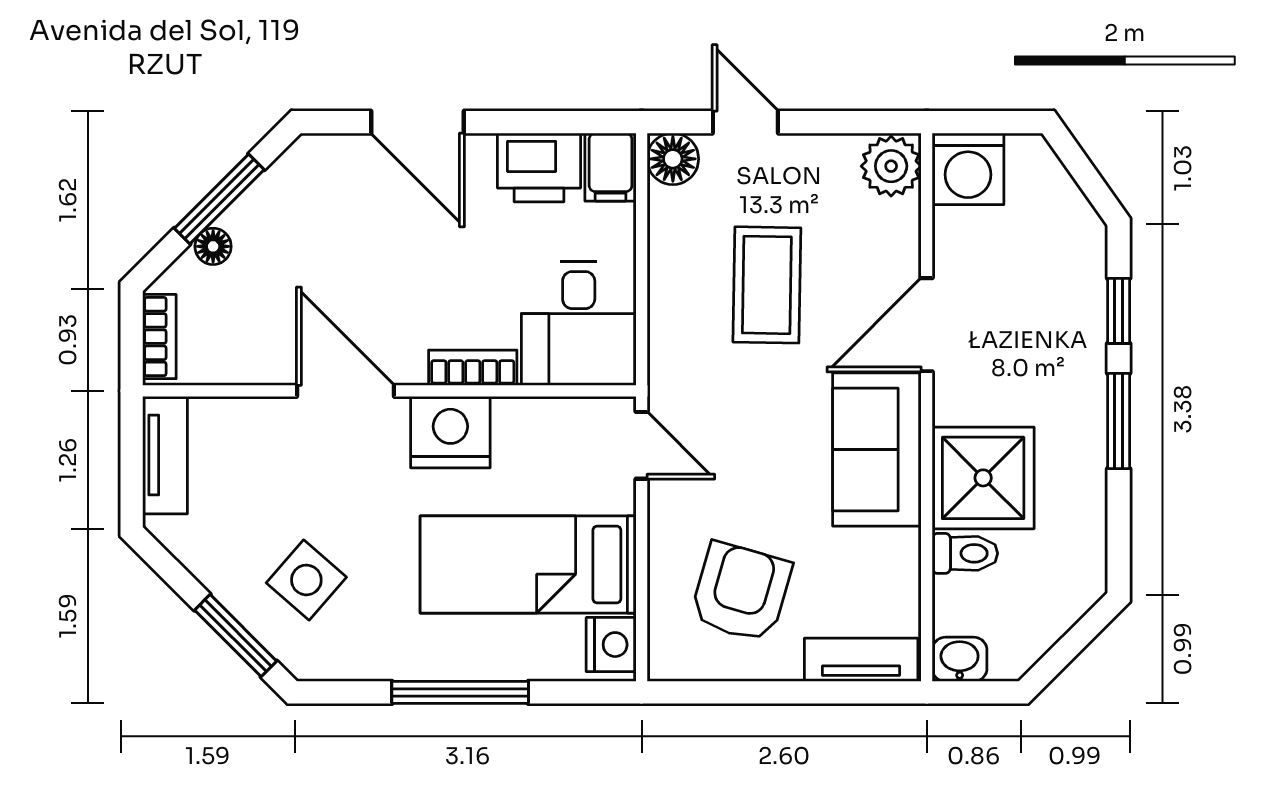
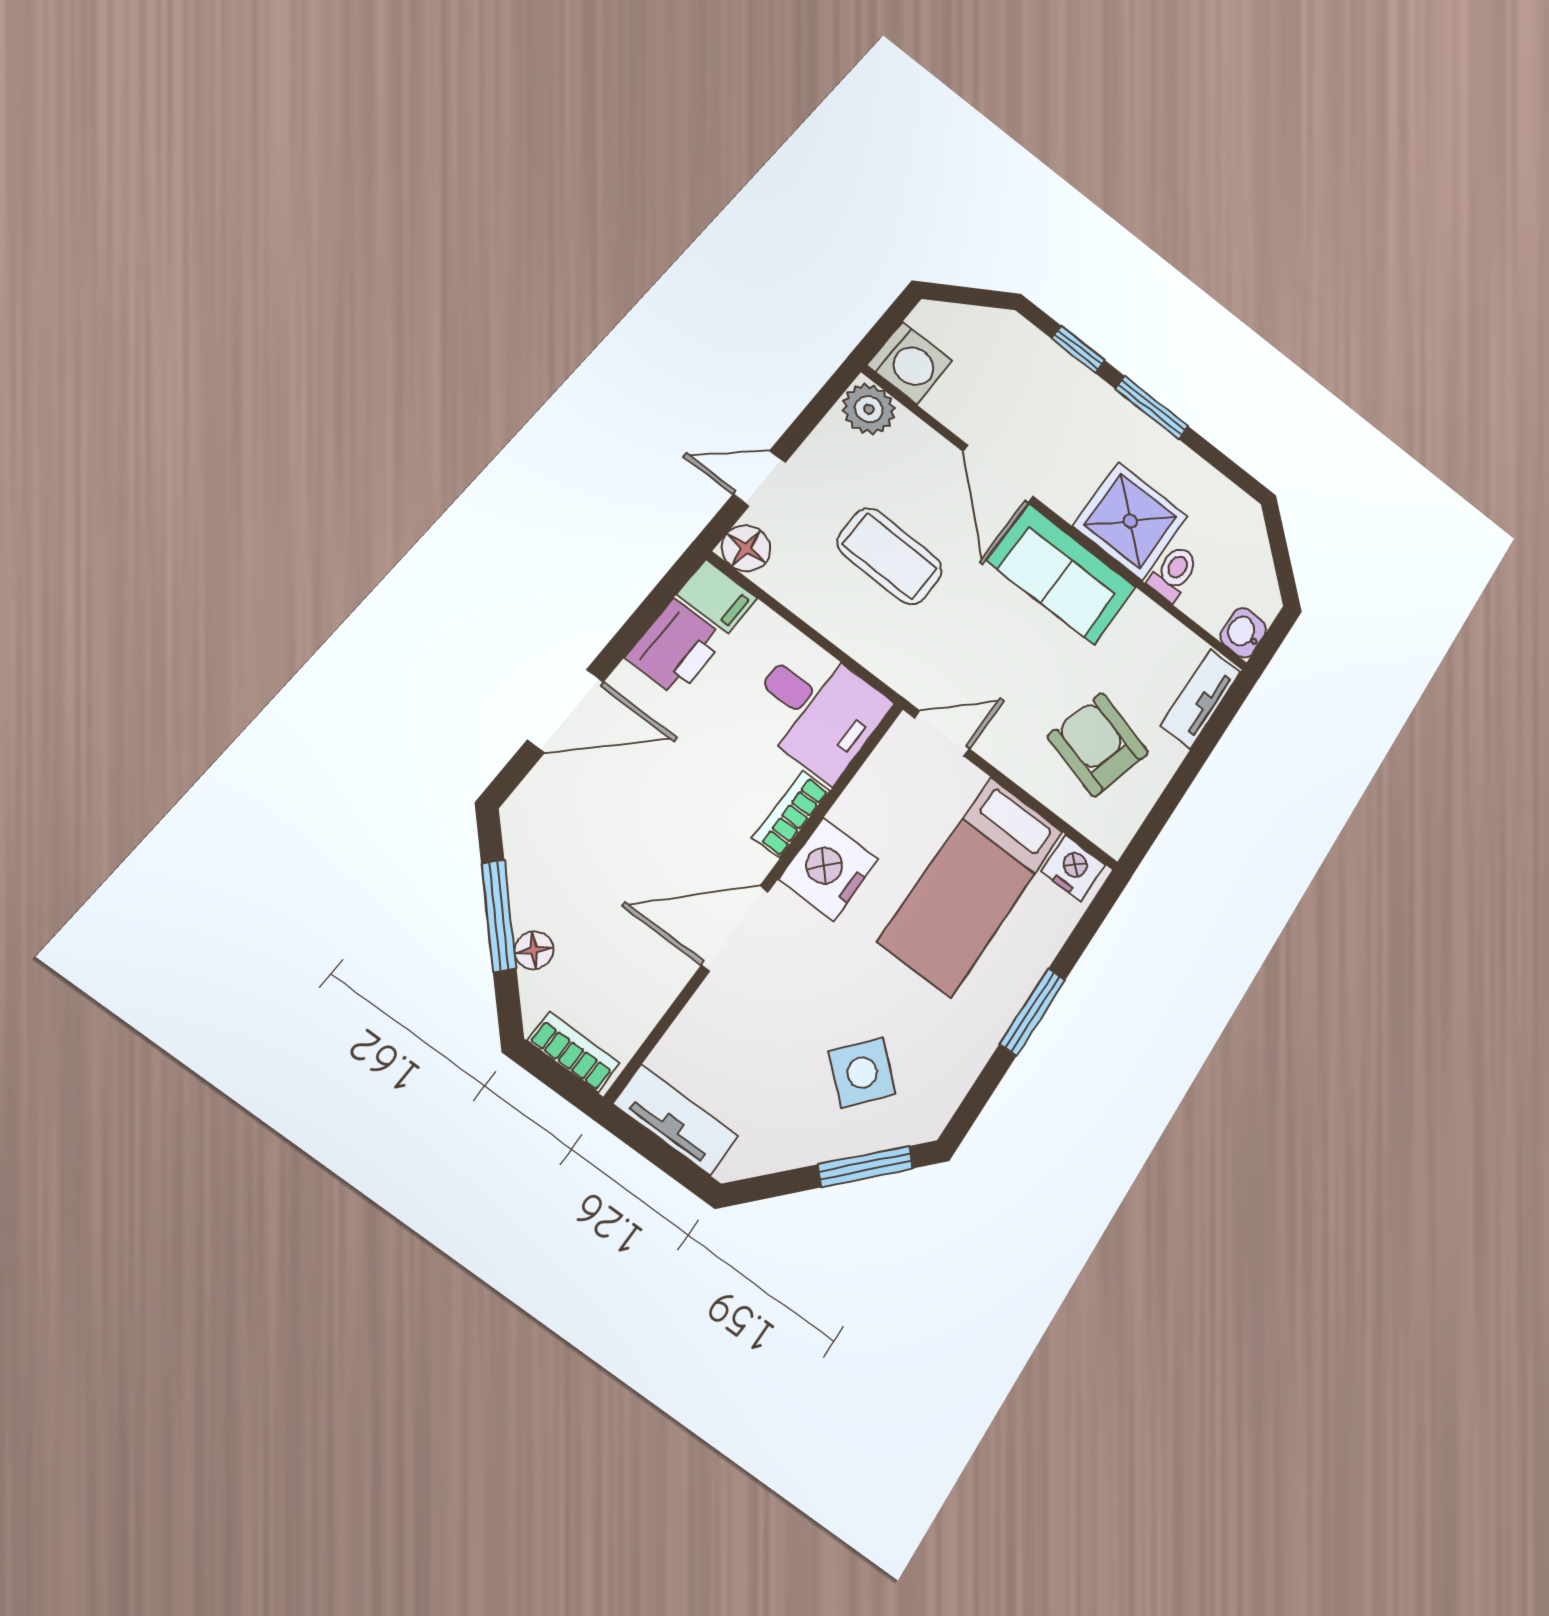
window: (460, 692) -> (1033, 1012), width x0.69

